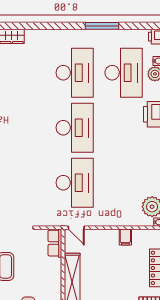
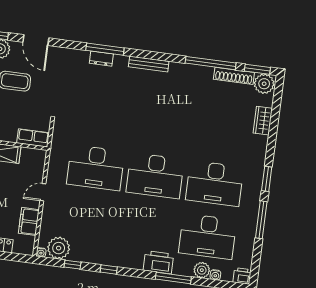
window: (64, 26) -> (267, 179), added
door: (76, 228) -> (43, 192), moved
filing cabinet: (125, 237) -> (29, 221), width x2.00

